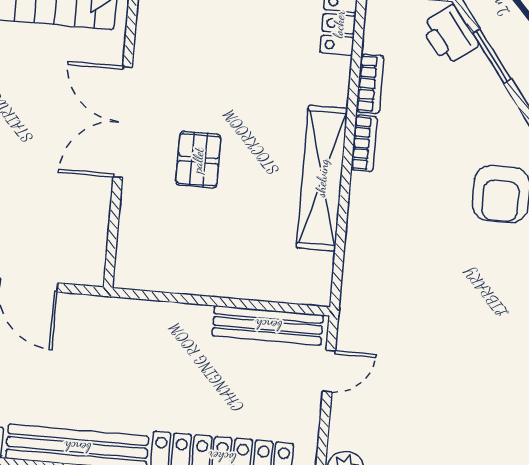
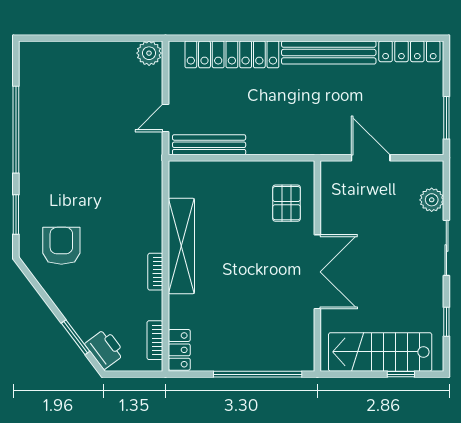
bookcase: (370, 84) -> (155, 340), moved
pallet: (198, 160) -> (287, 203), moved

